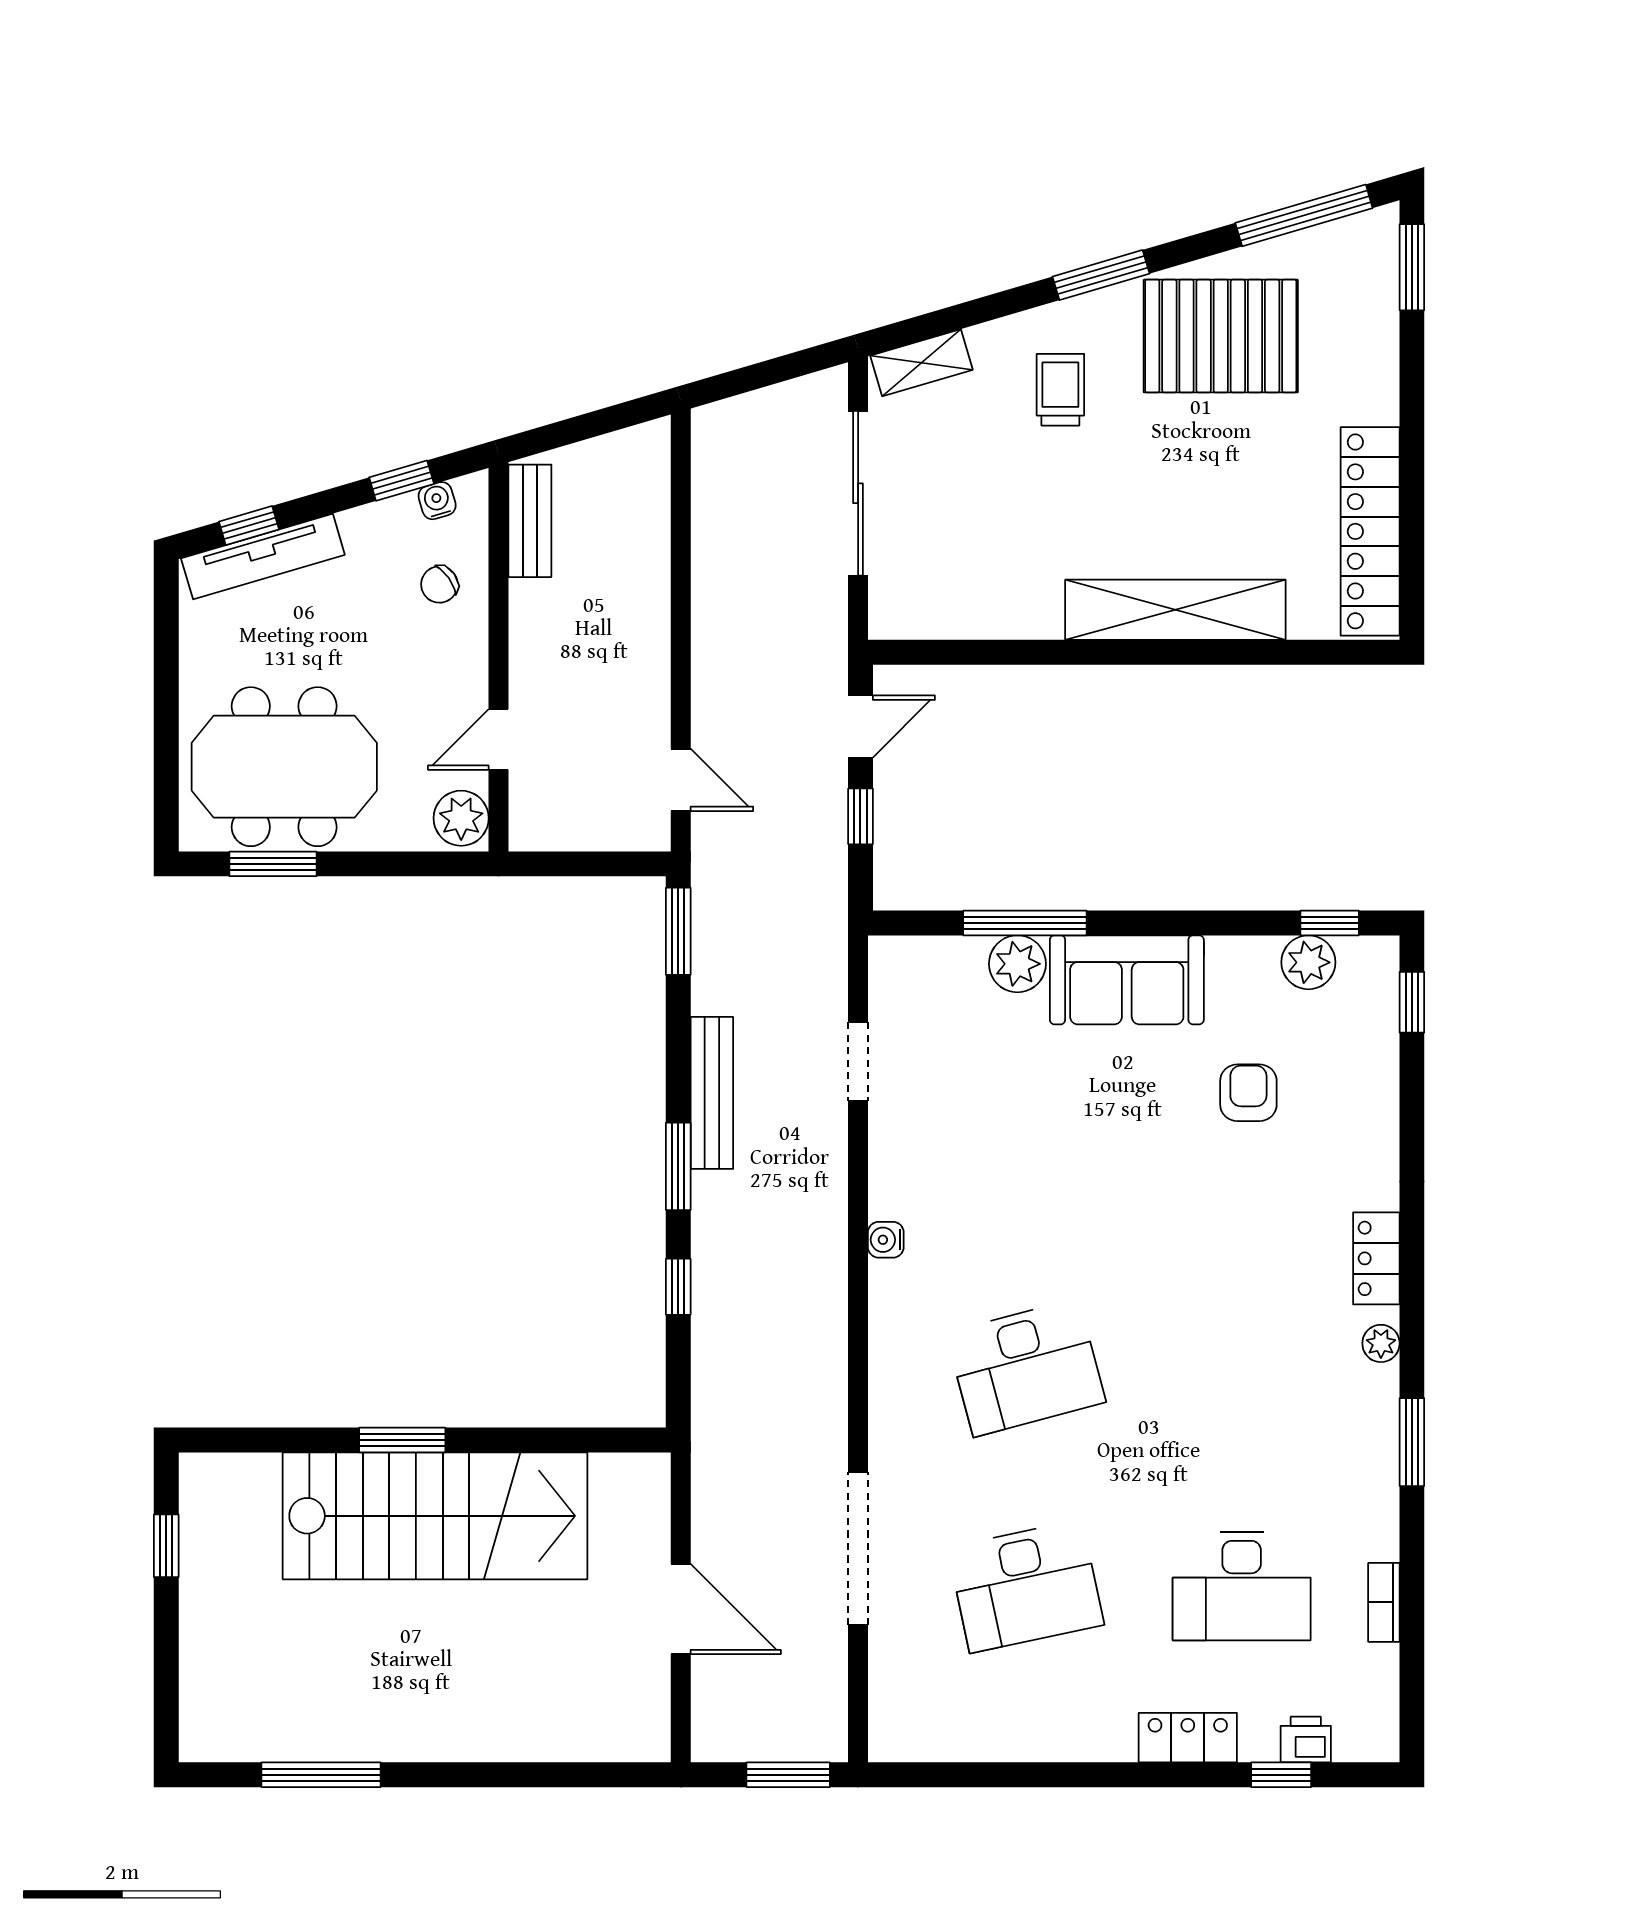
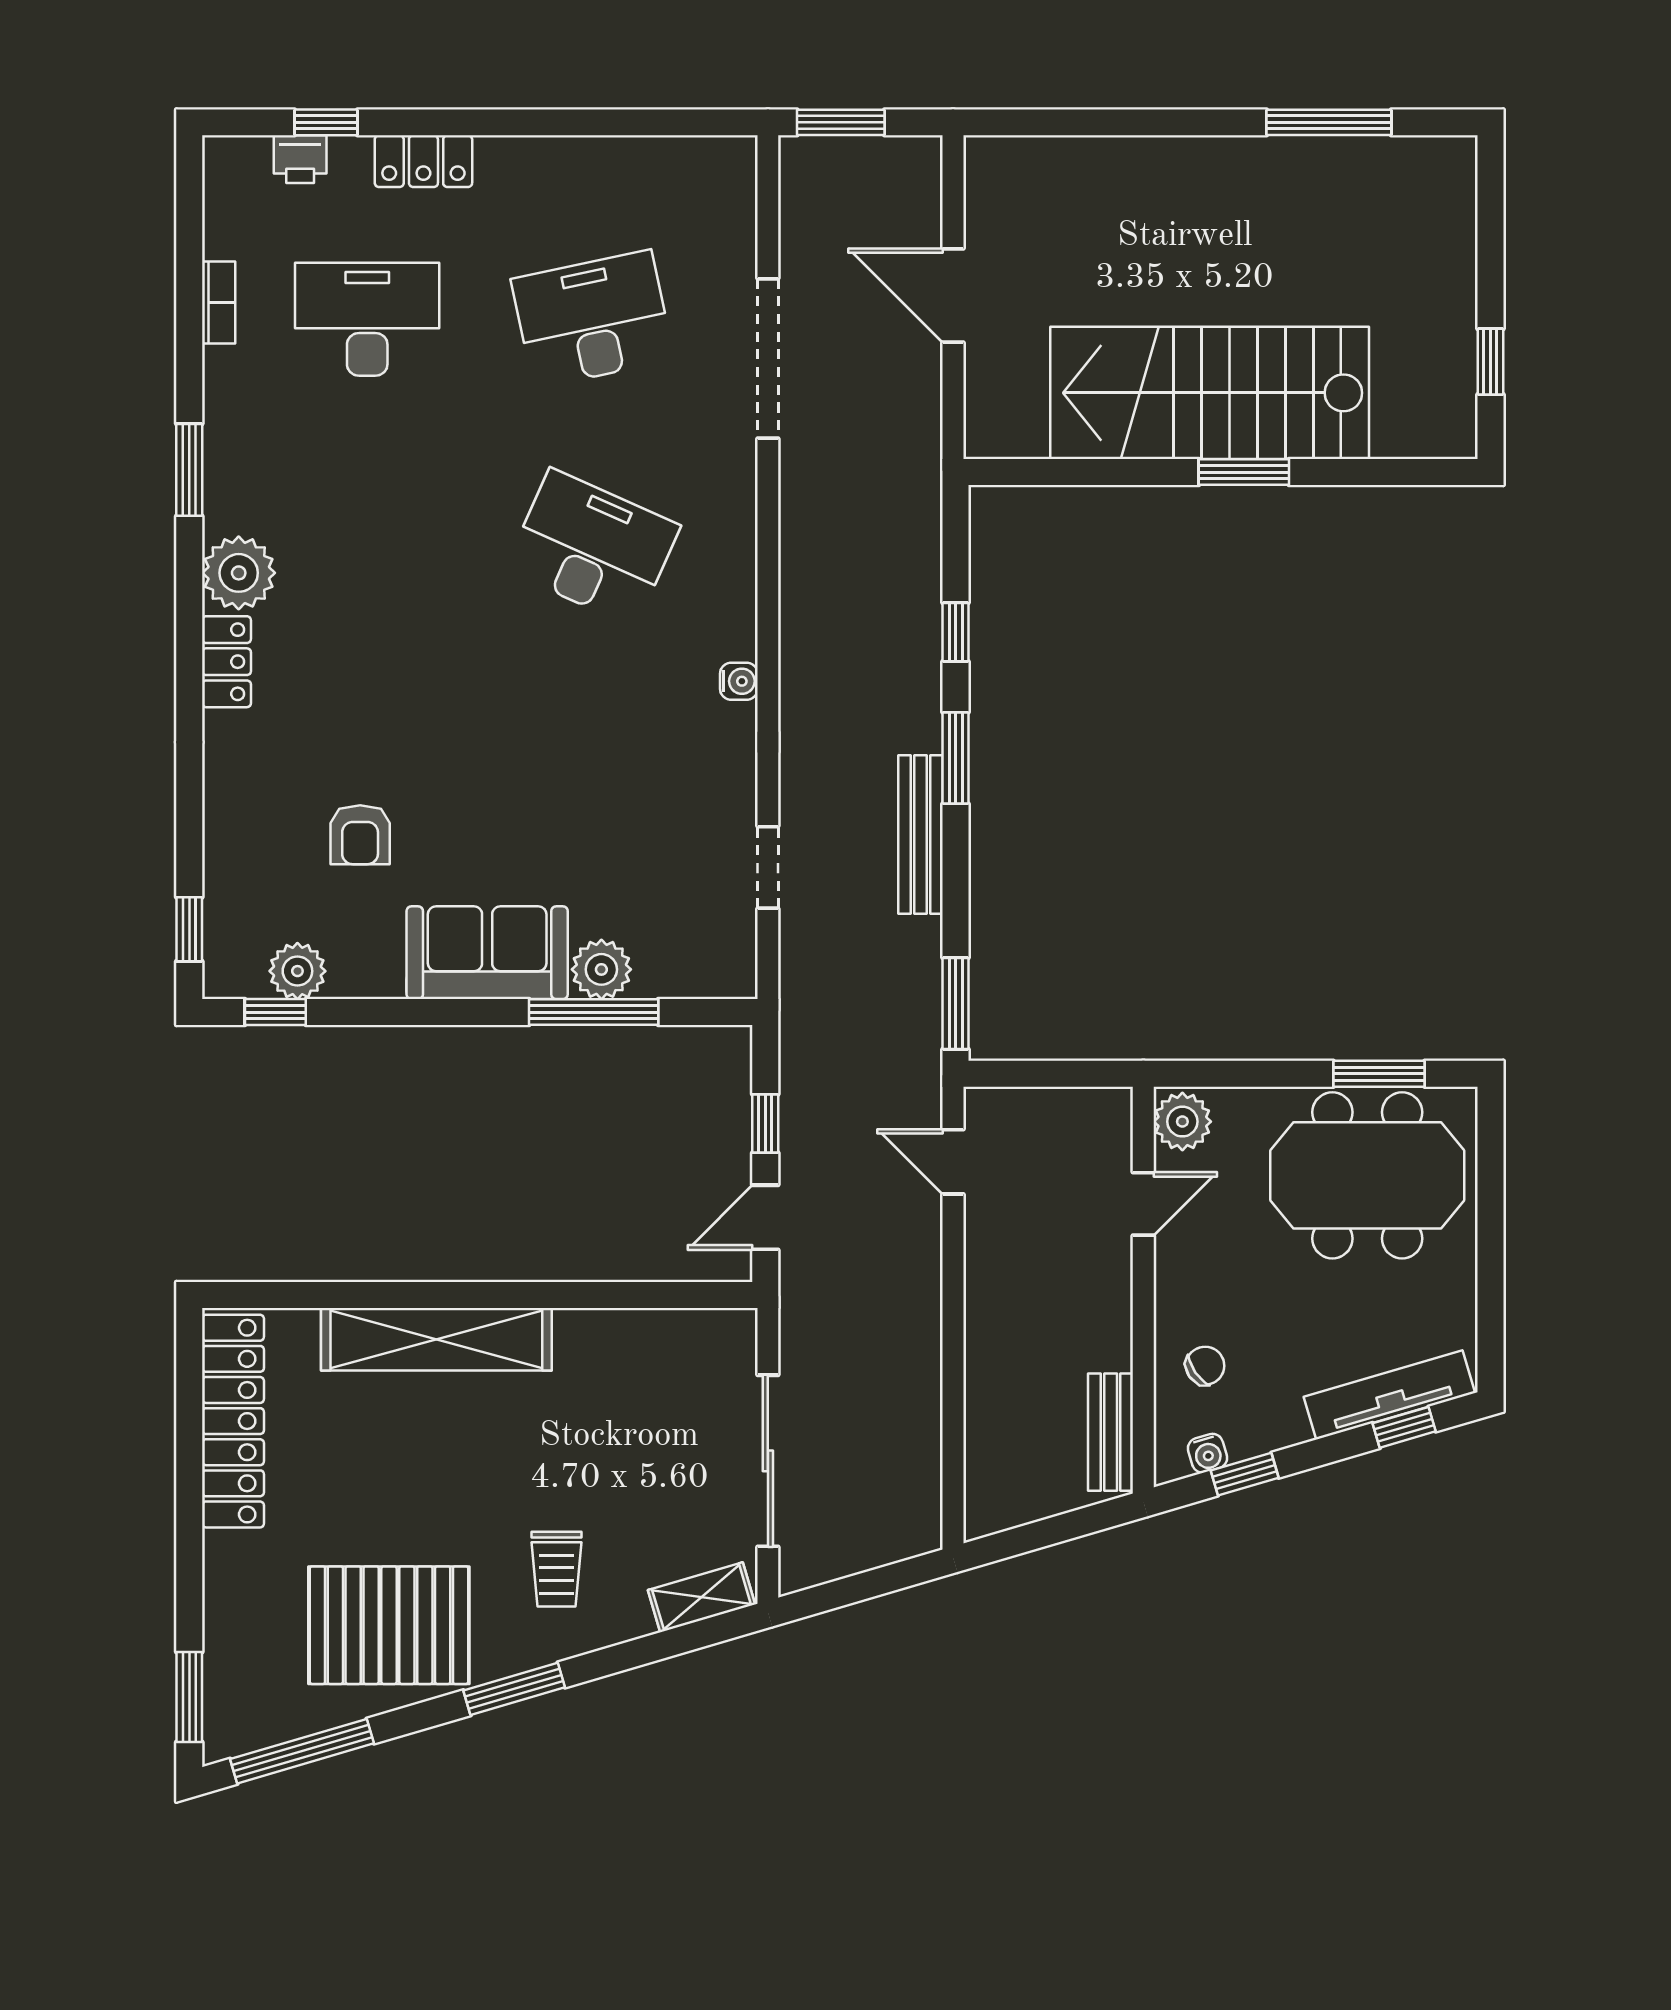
plant: (1381, 1343) -> (239, 573), width x1.87, depth x1.87
desk: (1026, 1368) -> (593, 548), turned 39

